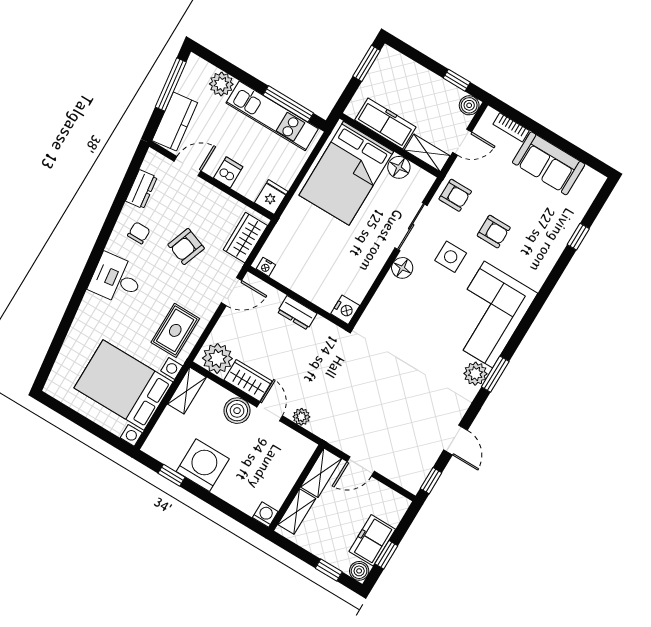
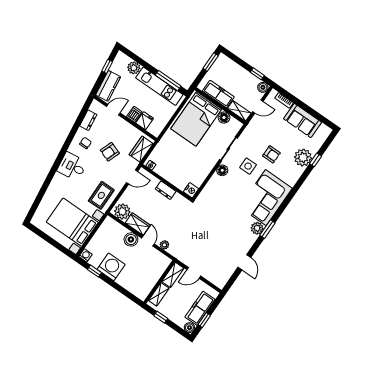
window: (171, 84) -> (107, 66), width x0.46
armchair: (455, 195) -> (253, 134), removed
fridge: (271, 197) -> (145, 121), moved
plant: (554, 234) -> (303, 158), added
shelving: (187, 391) -> (105, 227), removed
window: (431, 481) -> (230, 283), removed
washing machine: (265, 515) -> (86, 255), moved
freezer: (372, 540) -> (200, 308), width x1.40
window: (329, 570) -> (161, 317), moved

